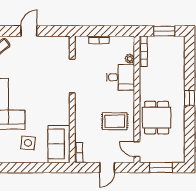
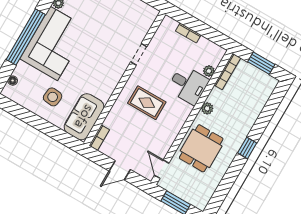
doorway: (72, 76) -> (139, 54), width x0.53
plant: (144, 86) -> (207, 108), added
rug: (115, 121) -> (147, 103), moved

